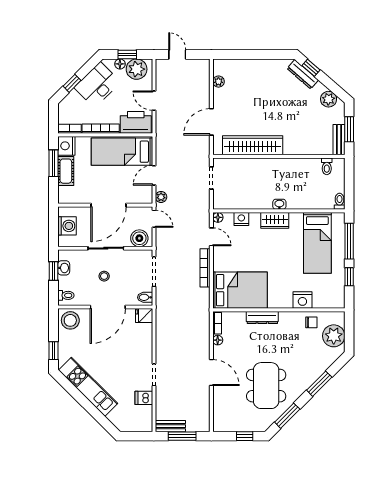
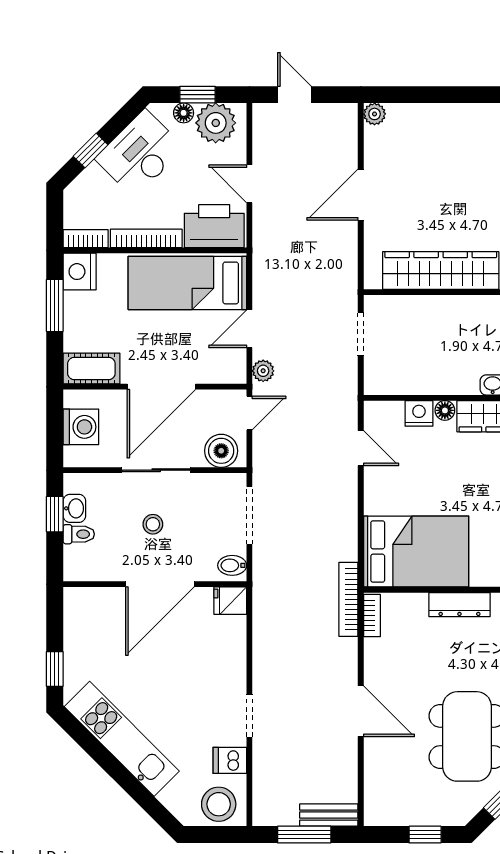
plant: (218, 82) -> (375, 114), moved
door: (211, 122) -> (361, 195), moved
cot: (66, 171) -> (91, 369), moved, turned 90
floor lamp: (218, 217) -> (445, 410), moved
door: (154, 219) -> (249, 413), hinge flipped
bookcase: (205, 268) -> (348, 599), moved
toilet: (66, 295) -> (79, 534), moved
stool: (70, 320) -> (219, 804), moved
floor lamp: (218, 340) -> (373, 648), removed
bench: (170, 426) -> (329, 815), moved

